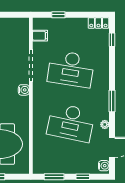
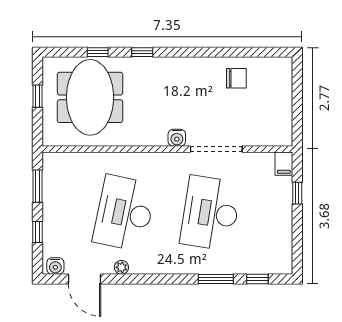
locker: (98, 23) -> (284, 257), removed
filing cabinet: (40, 36) -> (284, 164), moved
window: (112, 101) -> (216, 279), moved

